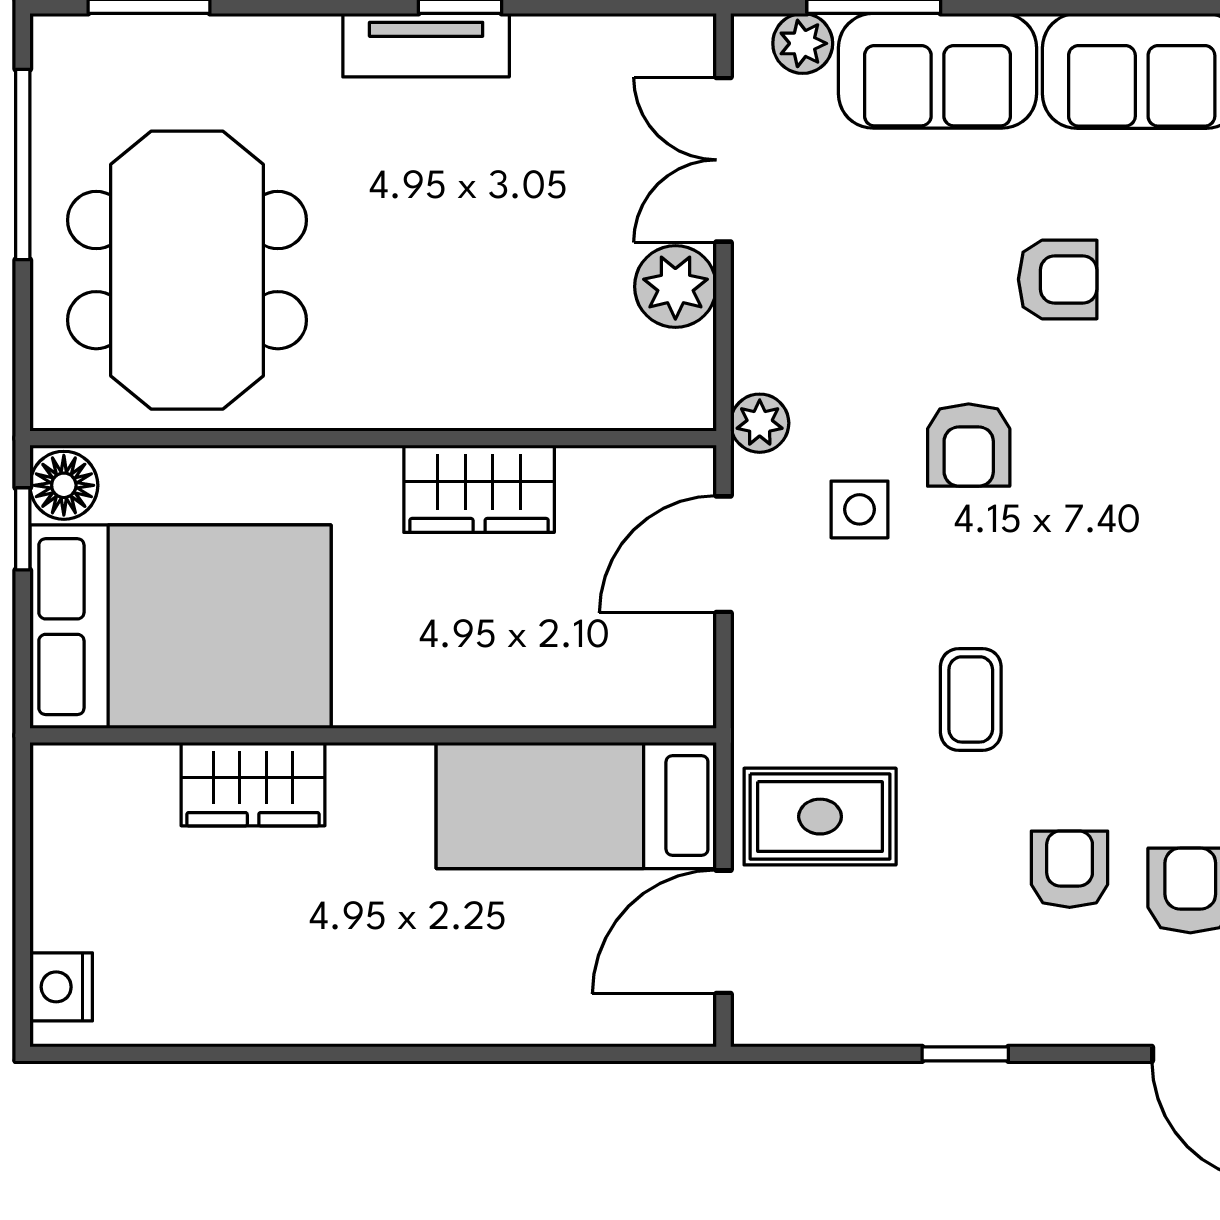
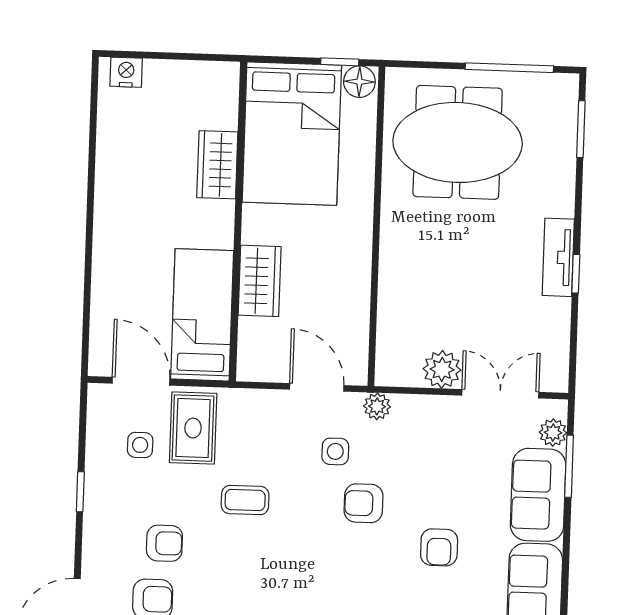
wardrobe: (479, 489) -> (260, 281), moved, turned 180
side table: (860, 929) -> (140, 445), added

